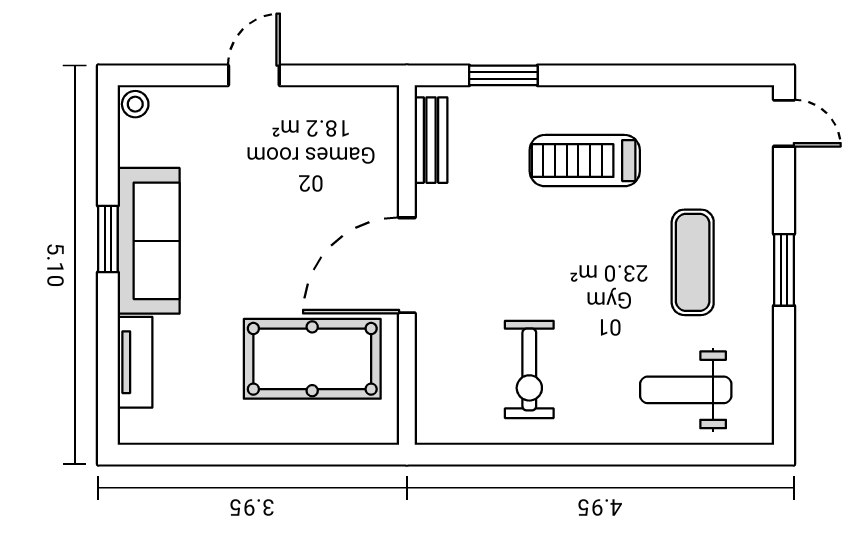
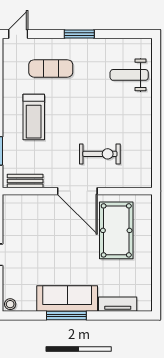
window: (108, 239) -> (66, 315), width x1.44
exercise mat: (693, 262) -> (51, 68), moved
exercise bike: (529, 369) -> (100, 154), moved
weight bench: (686, 390) -> (129, 75), turned 90

